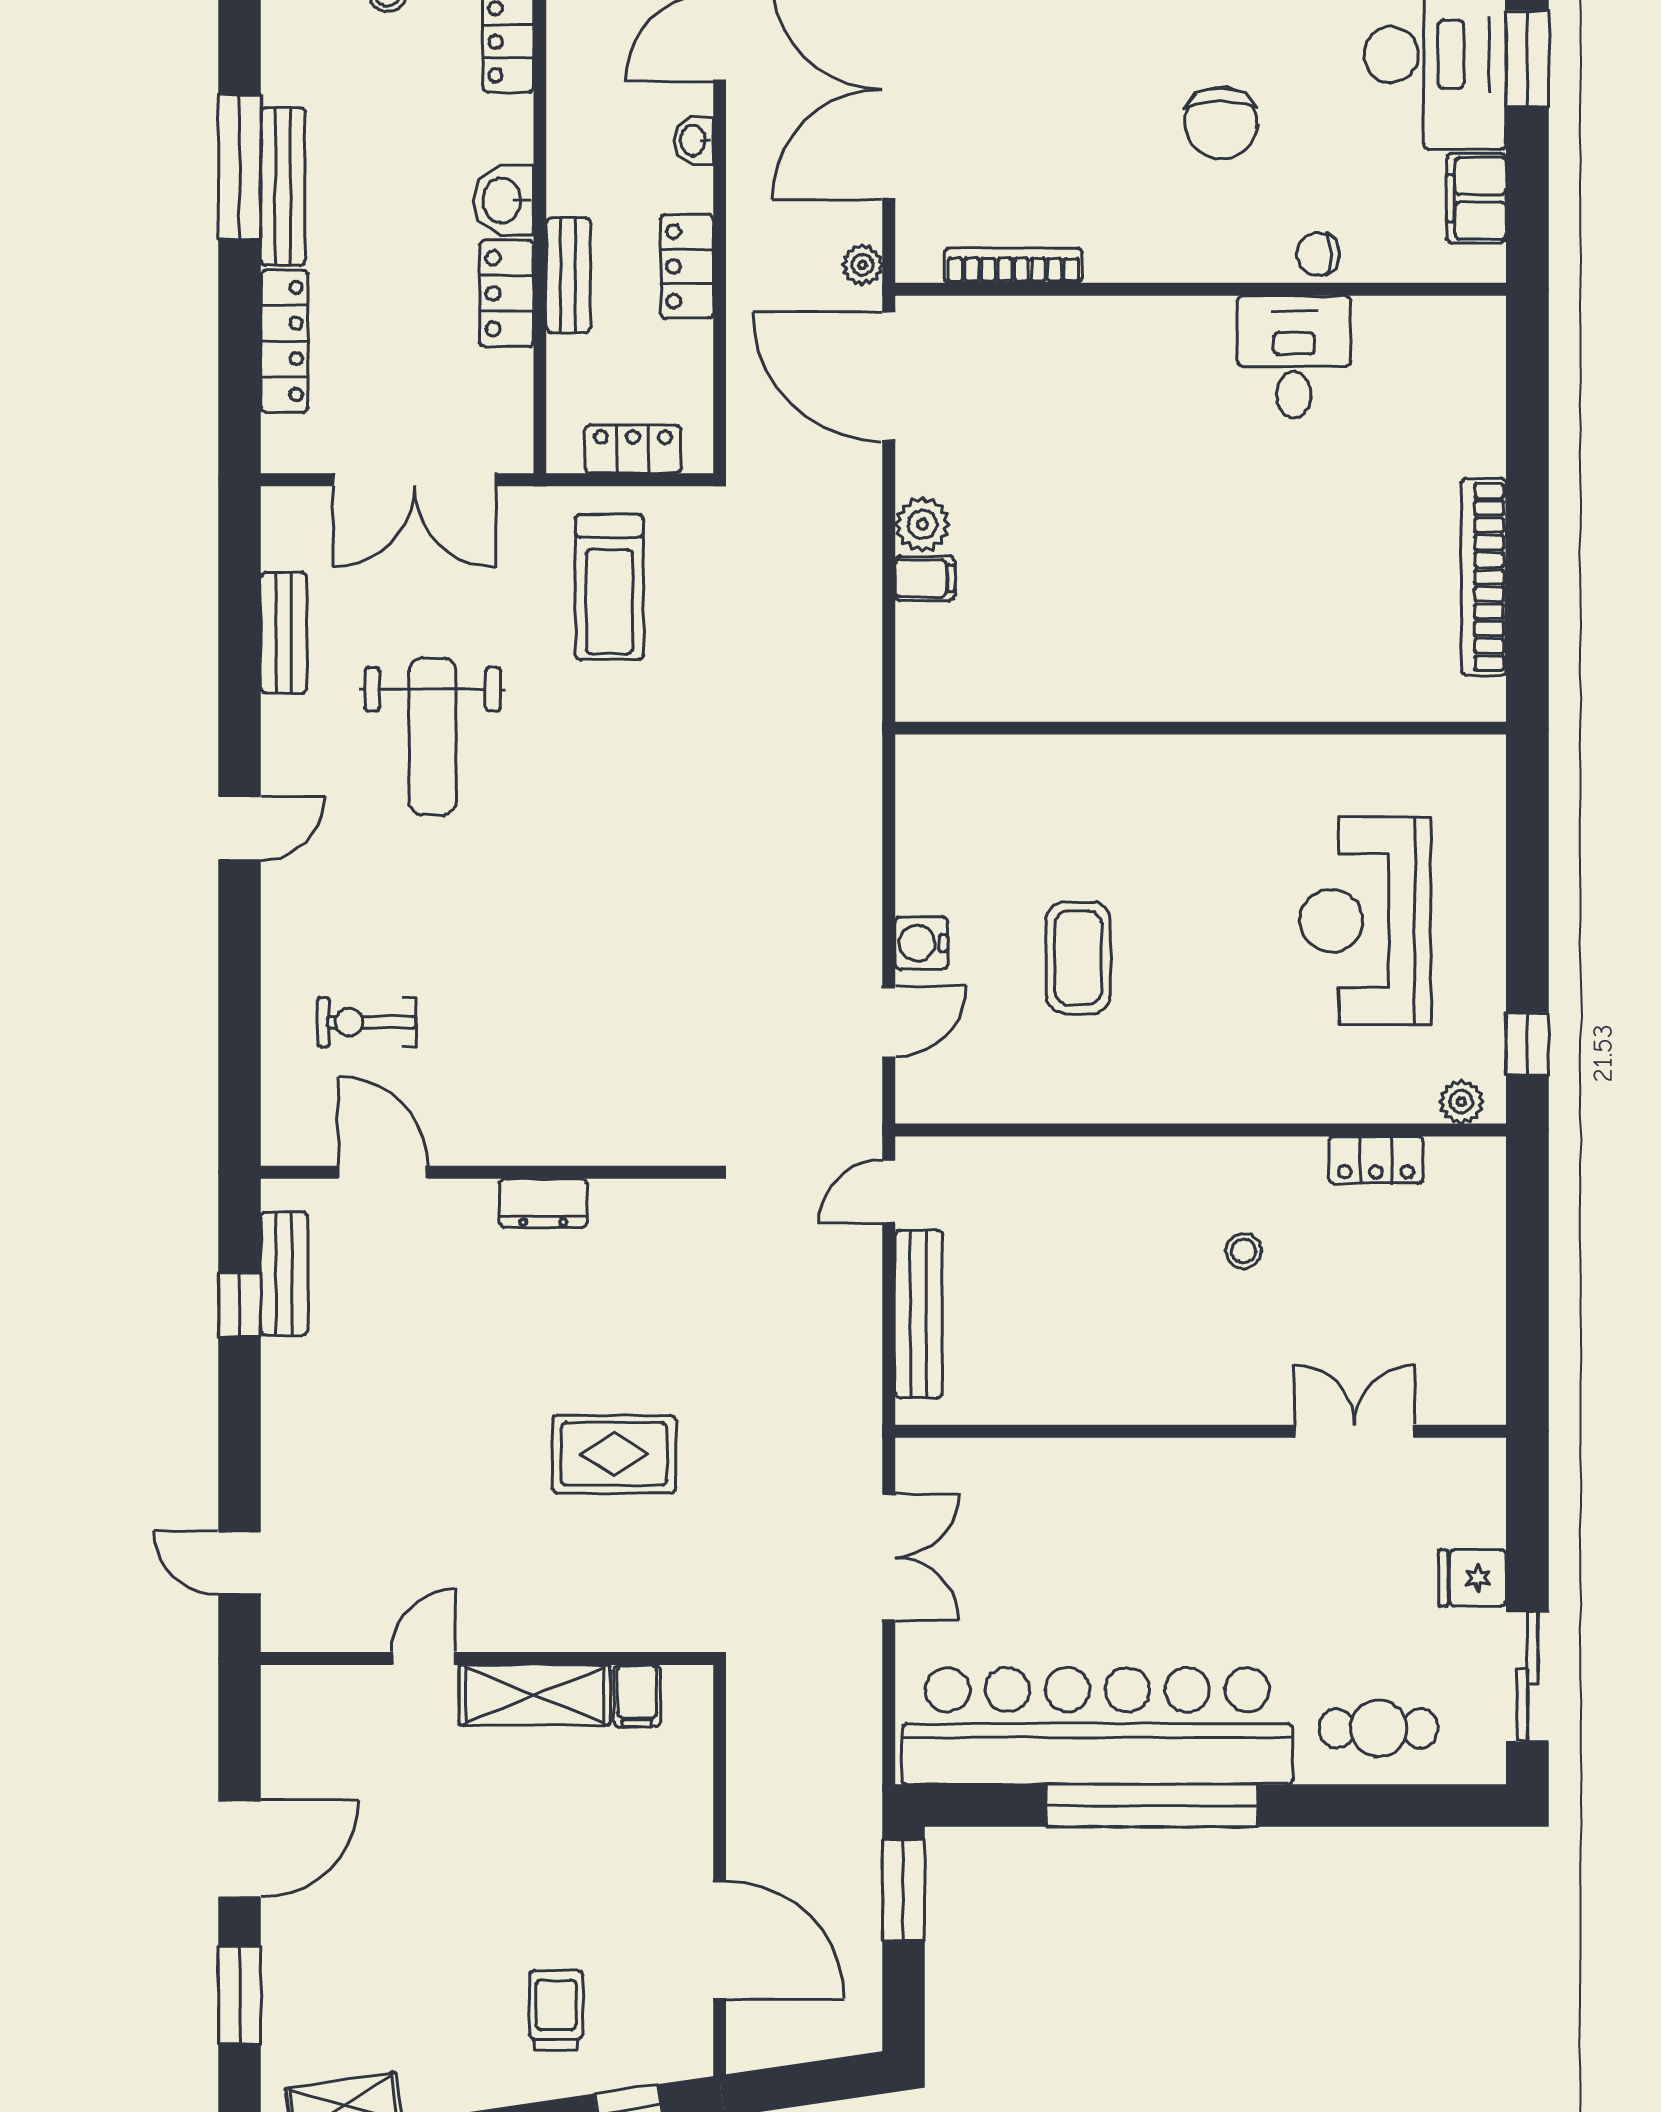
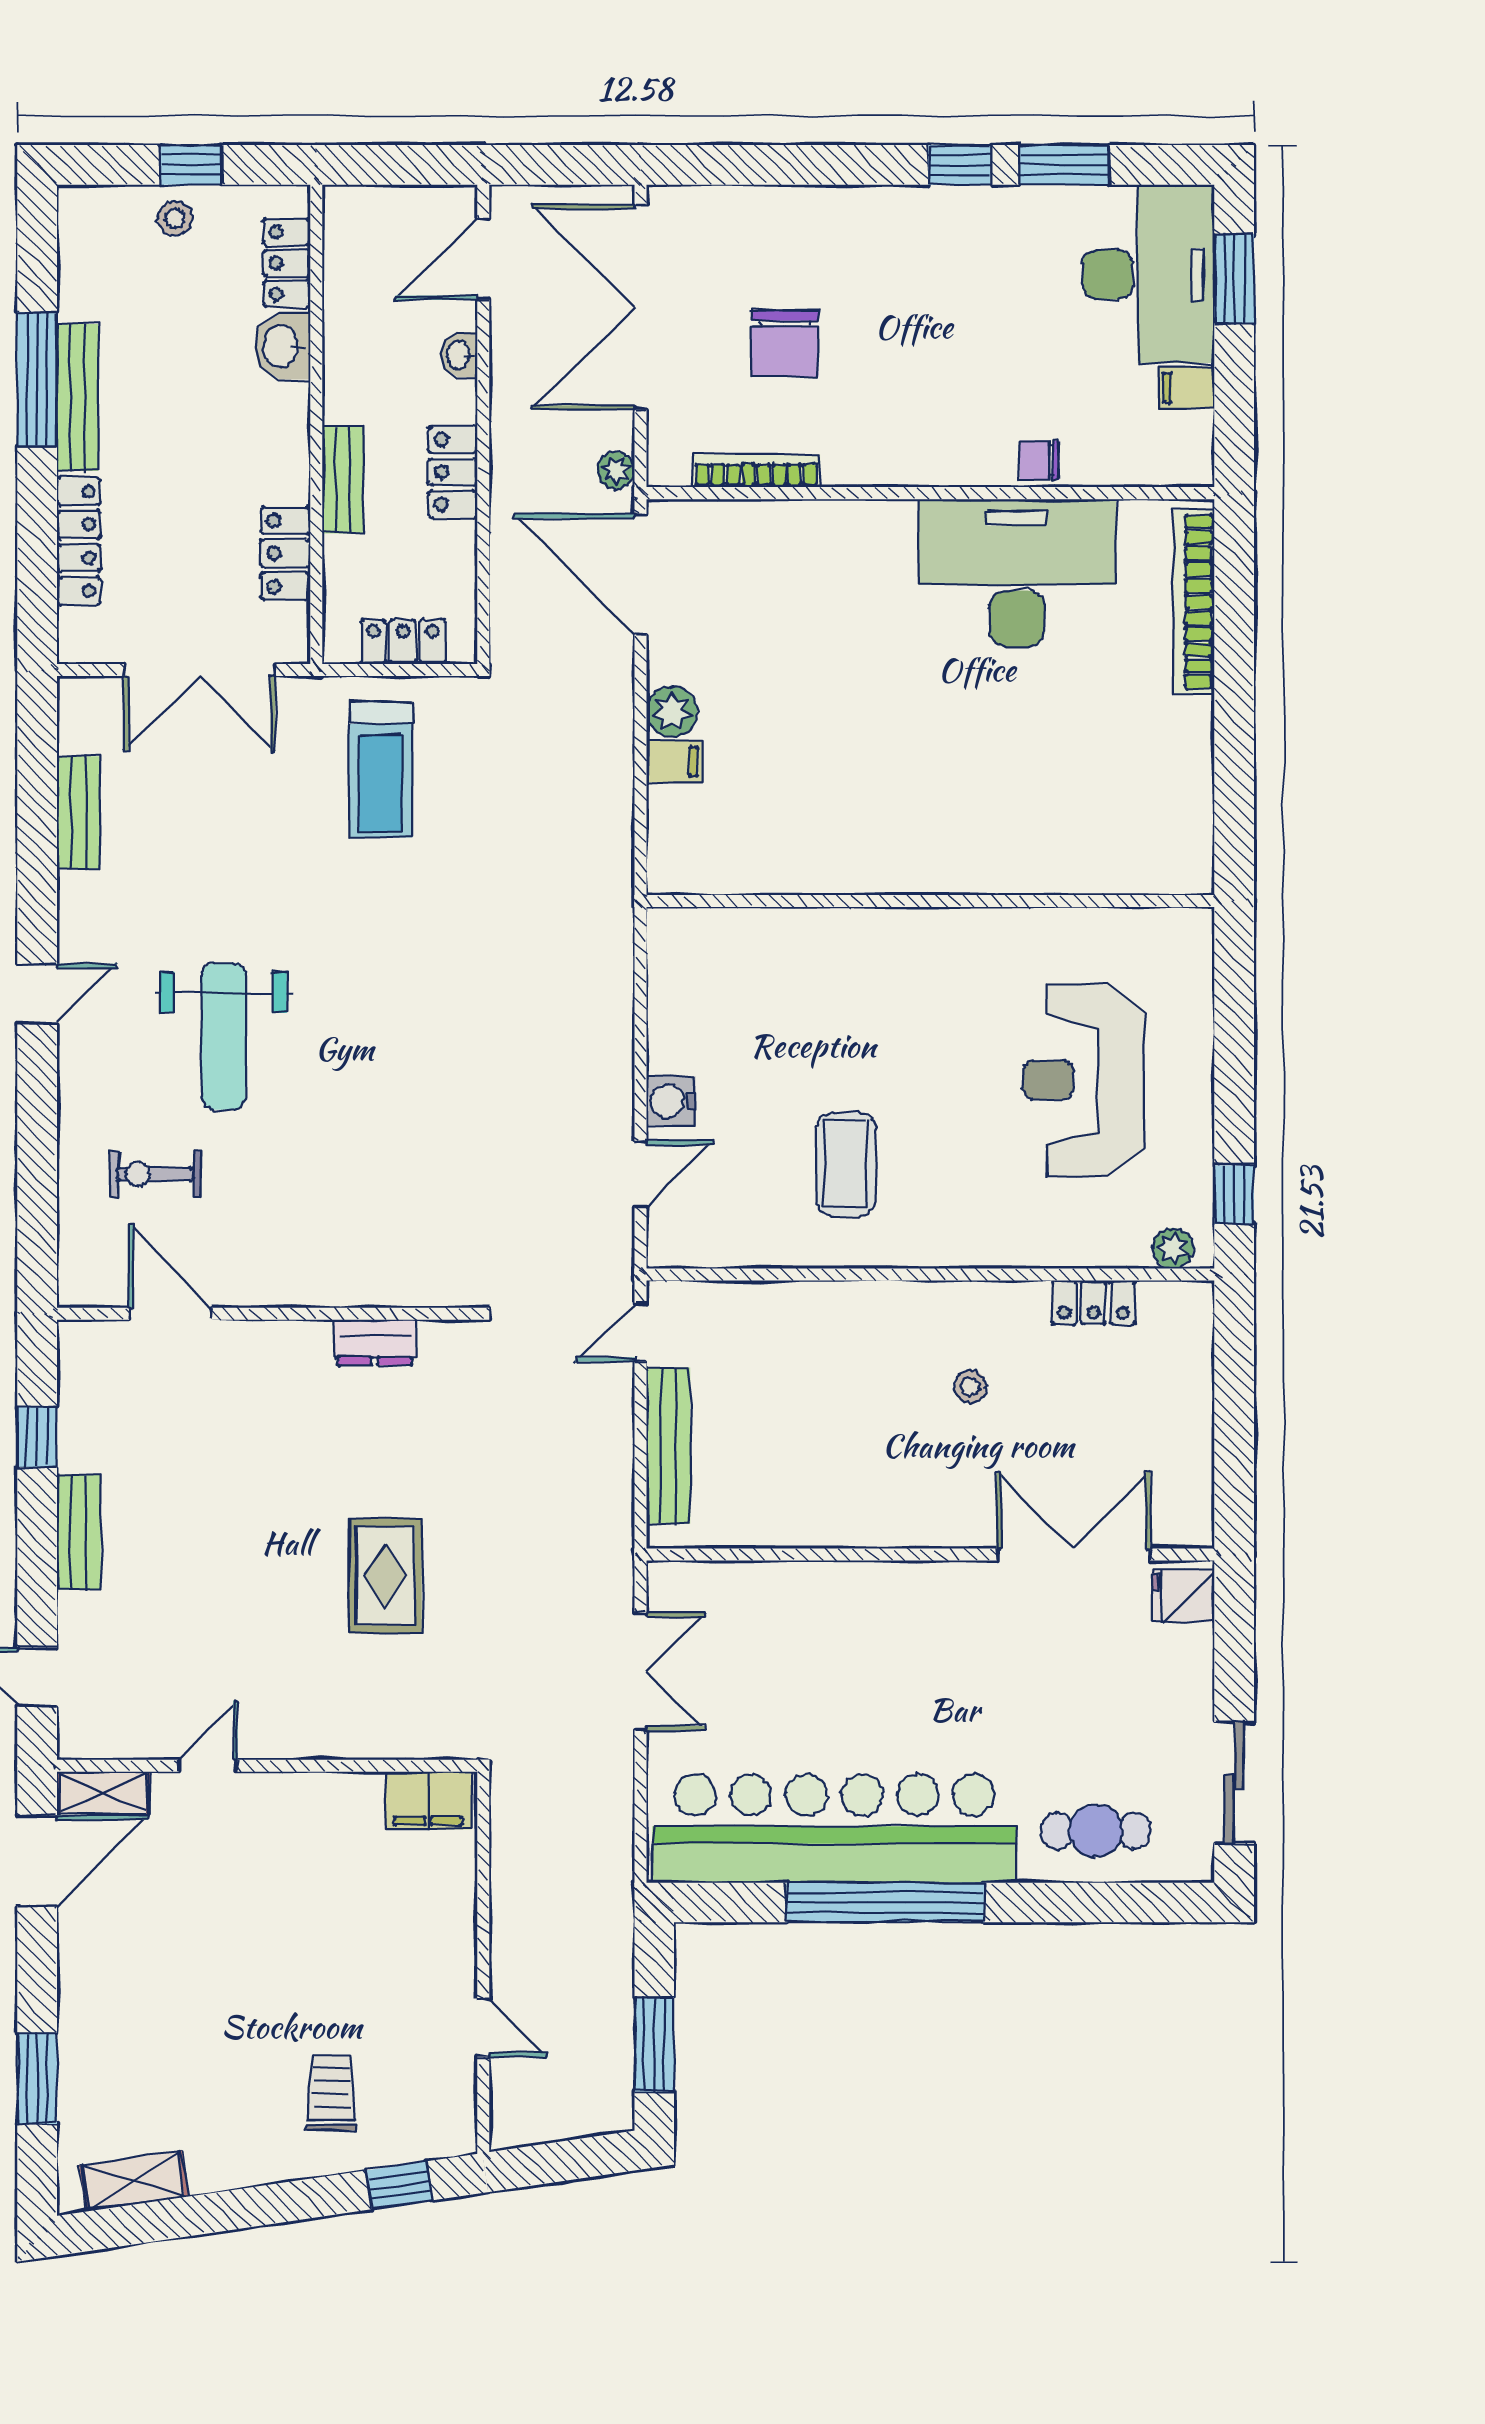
chair: (1221, 123) -> (785, 343), moved
filing cabinet: (1476, 198) -> (1187, 388), width x0.50
washbasin: (504, 200) -> (282, 346), moved
locker: (507, 293) -> (285, 554), moved
desk: (1294, 357) -> (1017, 573), width x1.87, depth x1.30
bookcase: (1484, 577) -> (1194, 602), moved
weight bench: (433, 736) -> (224, 1036), moved
coffee table: (1078, 958) -> (846, 1164), moved
dresser: (543, 1203) -> (375, 1342), moved
bench: (284, 1274) -> (79, 1532), moved
double door: (1355, 1431) -> (1073, 1555), width x1.37
rug: (614, 1454) -> (385, 1576), turned 90
fridge: (1472, 1578) -> (1183, 1596), moved
shelving: (534, 1695) -> (103, 1793), moved, width x0.67, depth x0.75
filing cabinet: (637, 1696) -> (428, 1801), width x2.00
door: (240, 1849) -> (37, 1861), moved
window: (904, 1890) -> (654, 2044), moved
door: (720, 1940) -> (483, 2028), width x0.53

